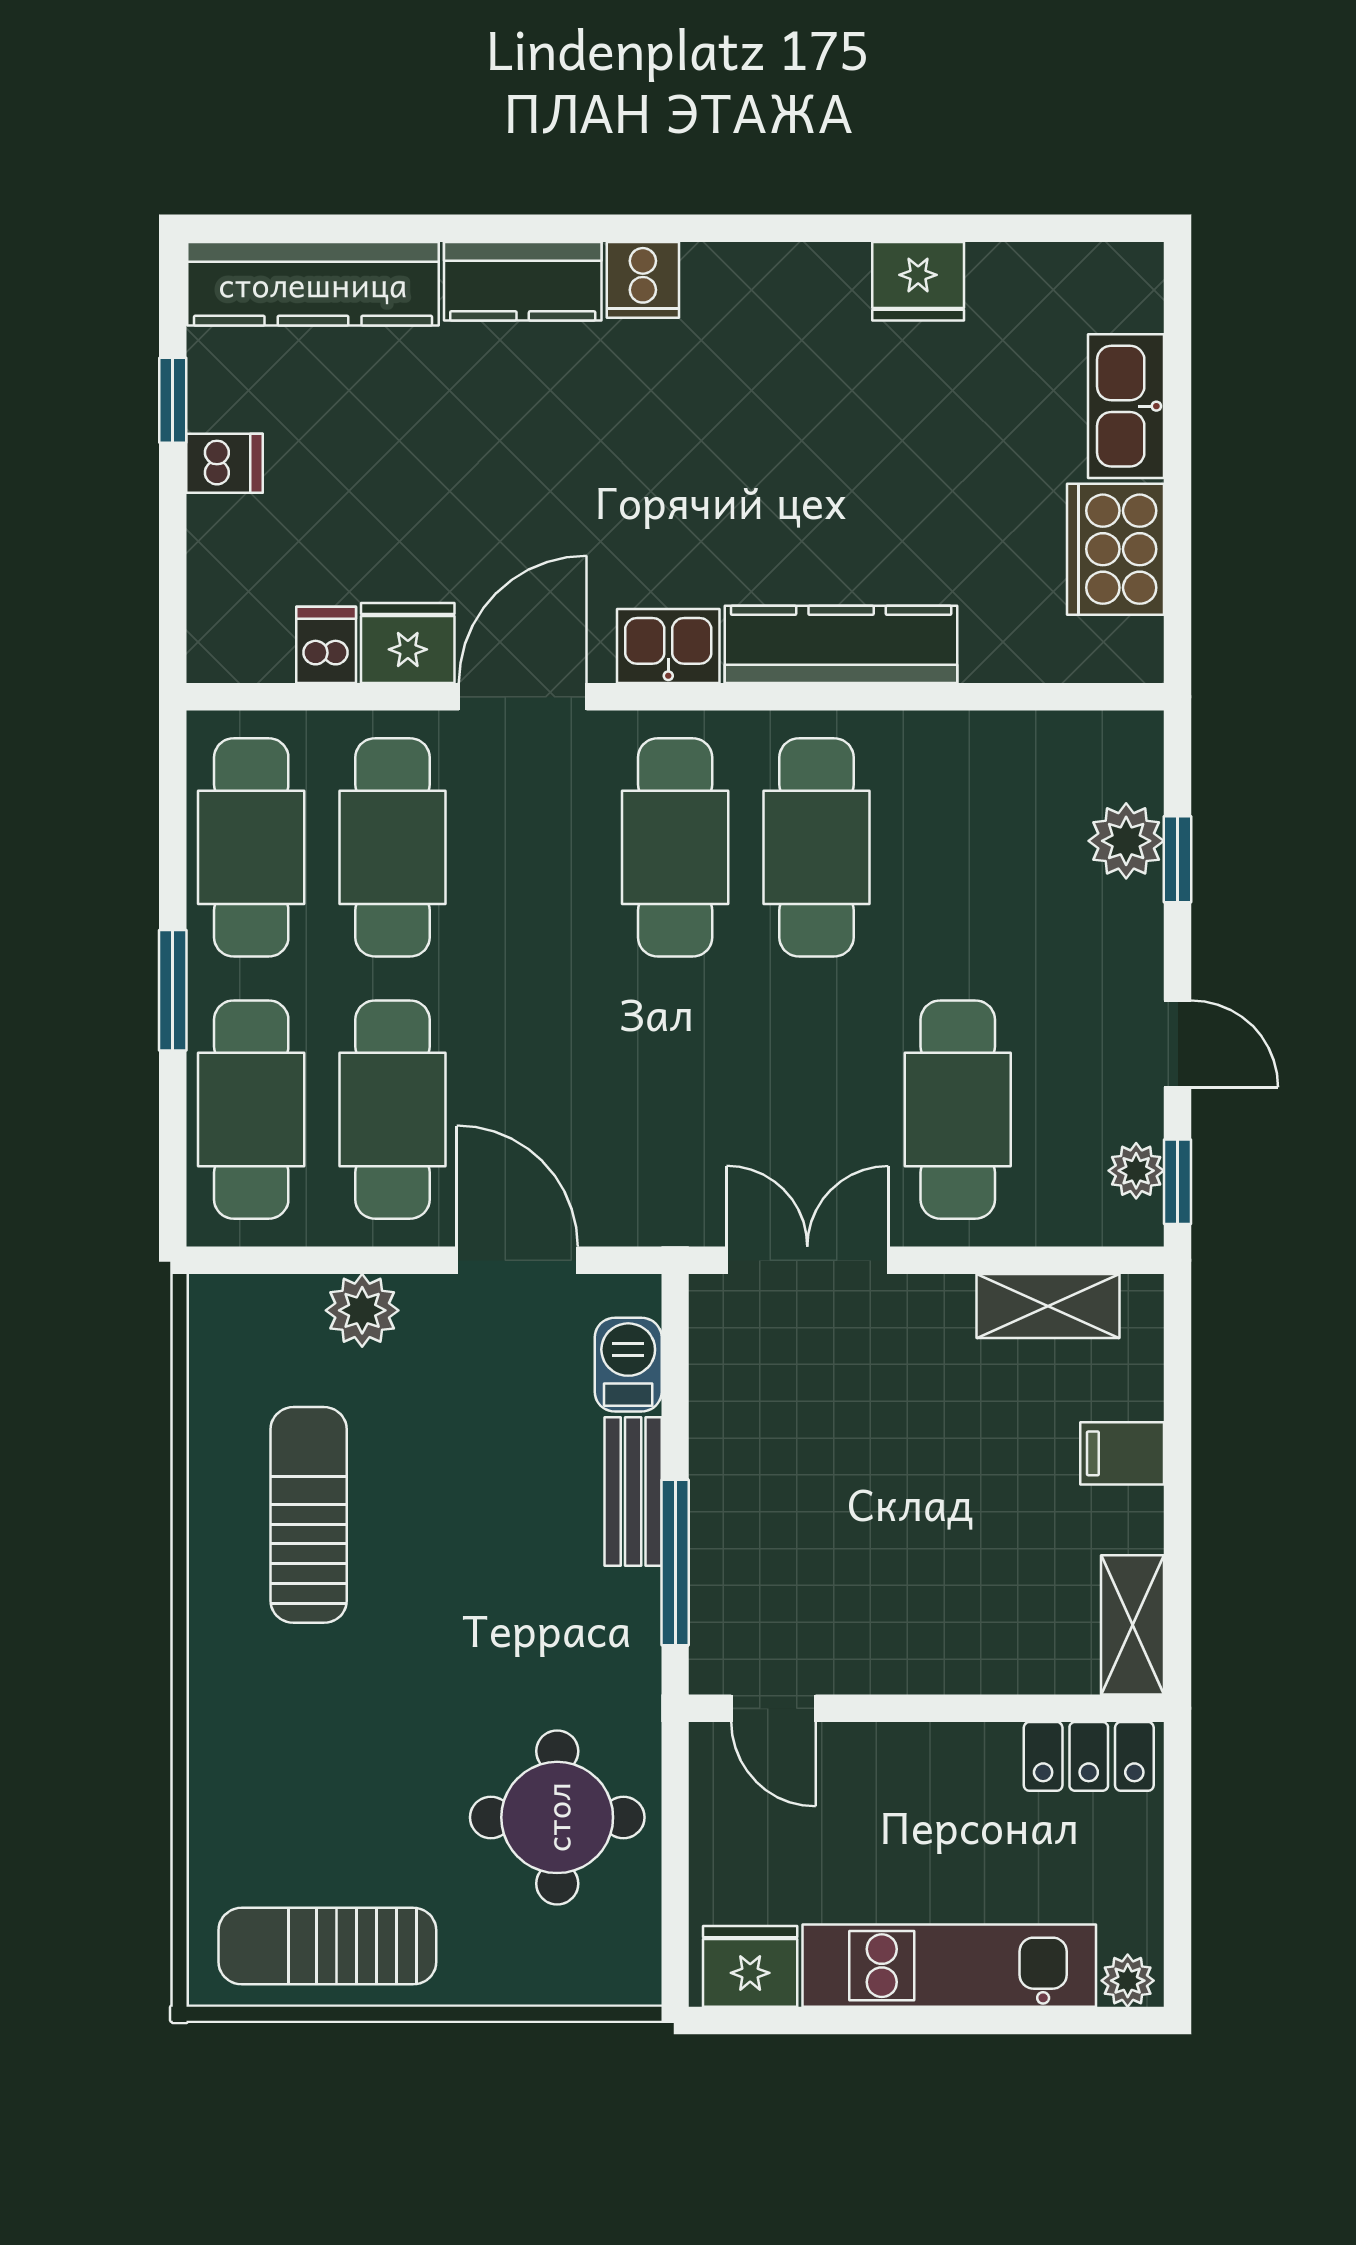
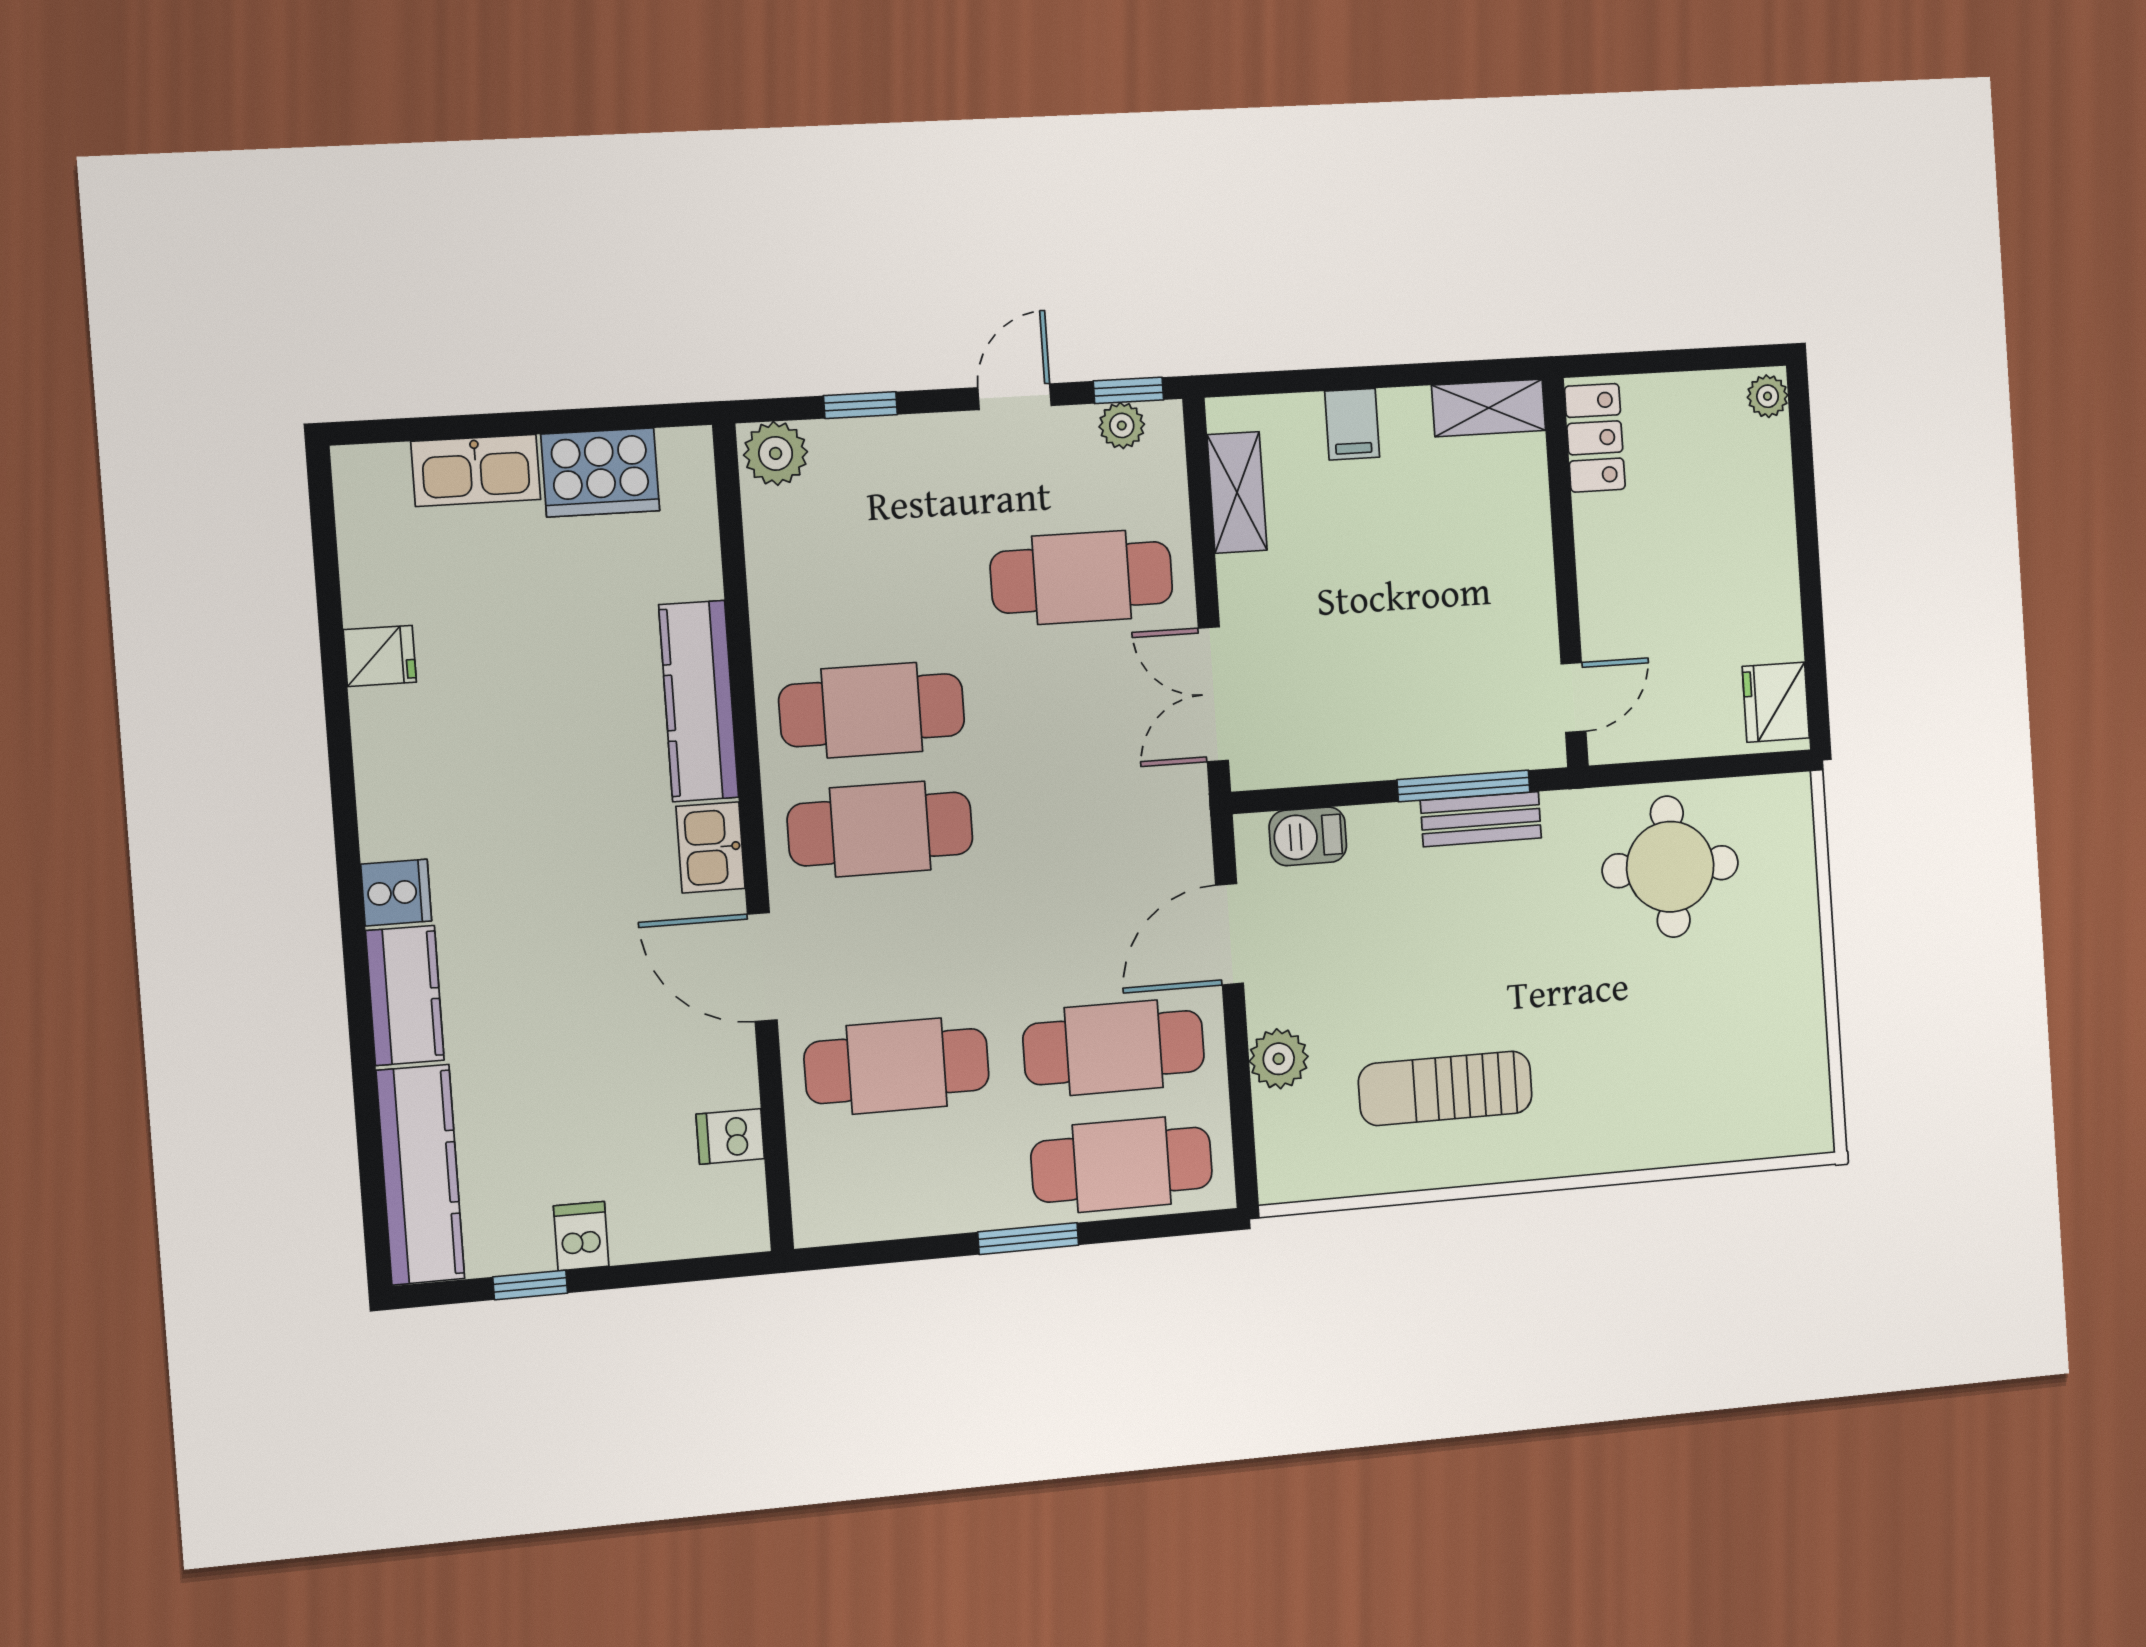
fridge: (918, 281) -> (380, 656), width x0.72
fridge: (408, 643) -> (724, 1068), removed
plant: (1126, 841) -> (776, 453), moved
cafe table: (251, 847) -> (905, 1184), removed
bench: (633, 1492) -> (1481, 819), moved
sun lounger: (327, 1946) -> (1782, 1044), removed
kitchen unit: (949, 1966) -> (1765, 541), removed

